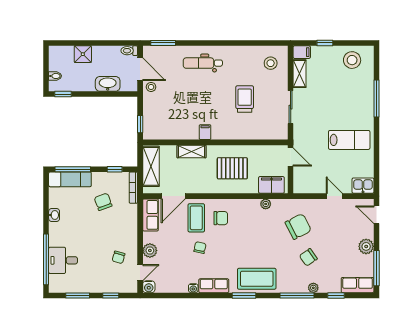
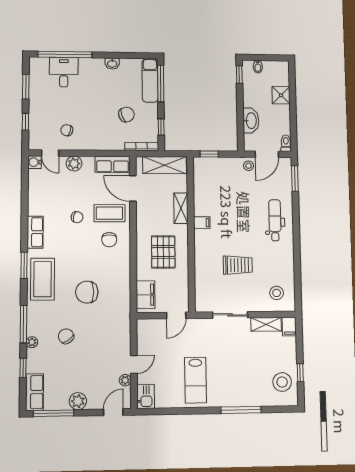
window: (325, 43) -> (300, 373), moved
plant: (266, 204) -> (125, 380), moved
chair: (298, 227) -> (87, 292), moved, turned 117
water cooler: (193, 288) -> (33, 210), removed

